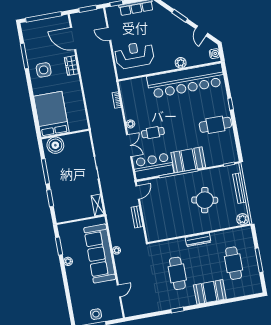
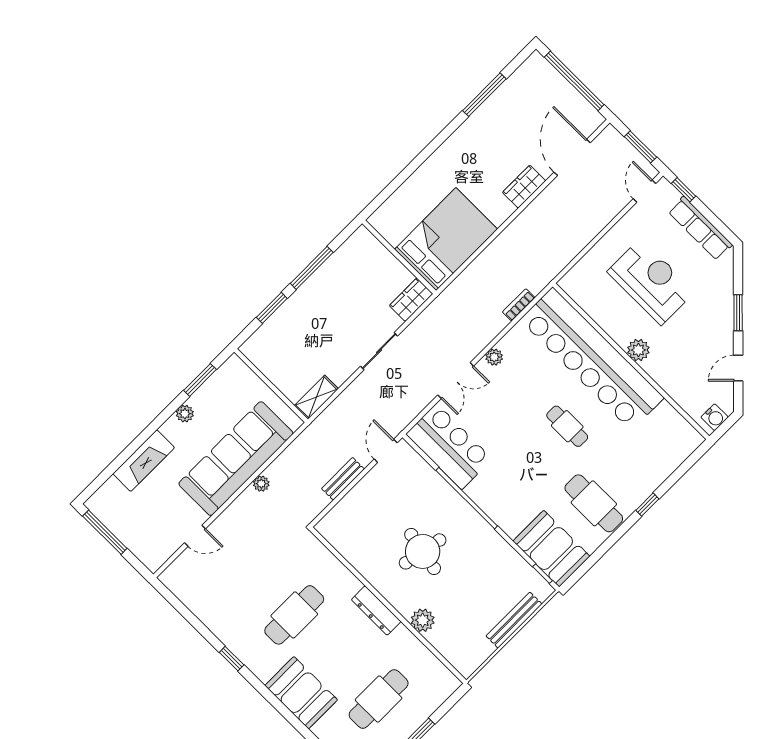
door: (109, 34) -> (644, 191), moved
reception desk: (134, 55) -> (651, 282), moved
plant: (181, 63) -> (638, 350), moved
side table: (44, 70) -> (483, 144), removed
bar counter: (186, 81) -> (592, 359), moved
bed: (51, 114) -> (446, 239), moved
cafe table: (153, 133) -> (567, 426), moved
wardrobe: (85, 141) -> (411, 300), added
boiler: (55, 145) -> (369, 254), removed
booth: (188, 160) -> (551, 549), moved
door: (138, 192) -> (386, 451), swing flipped
round table: (205, 200) -> (423, 551), moved
plant: (242, 219) -> (423, 620), moved
fireplace: (75, 290) -> (144, 461), added
side table: (96, 314) -> (128, 524), removed

